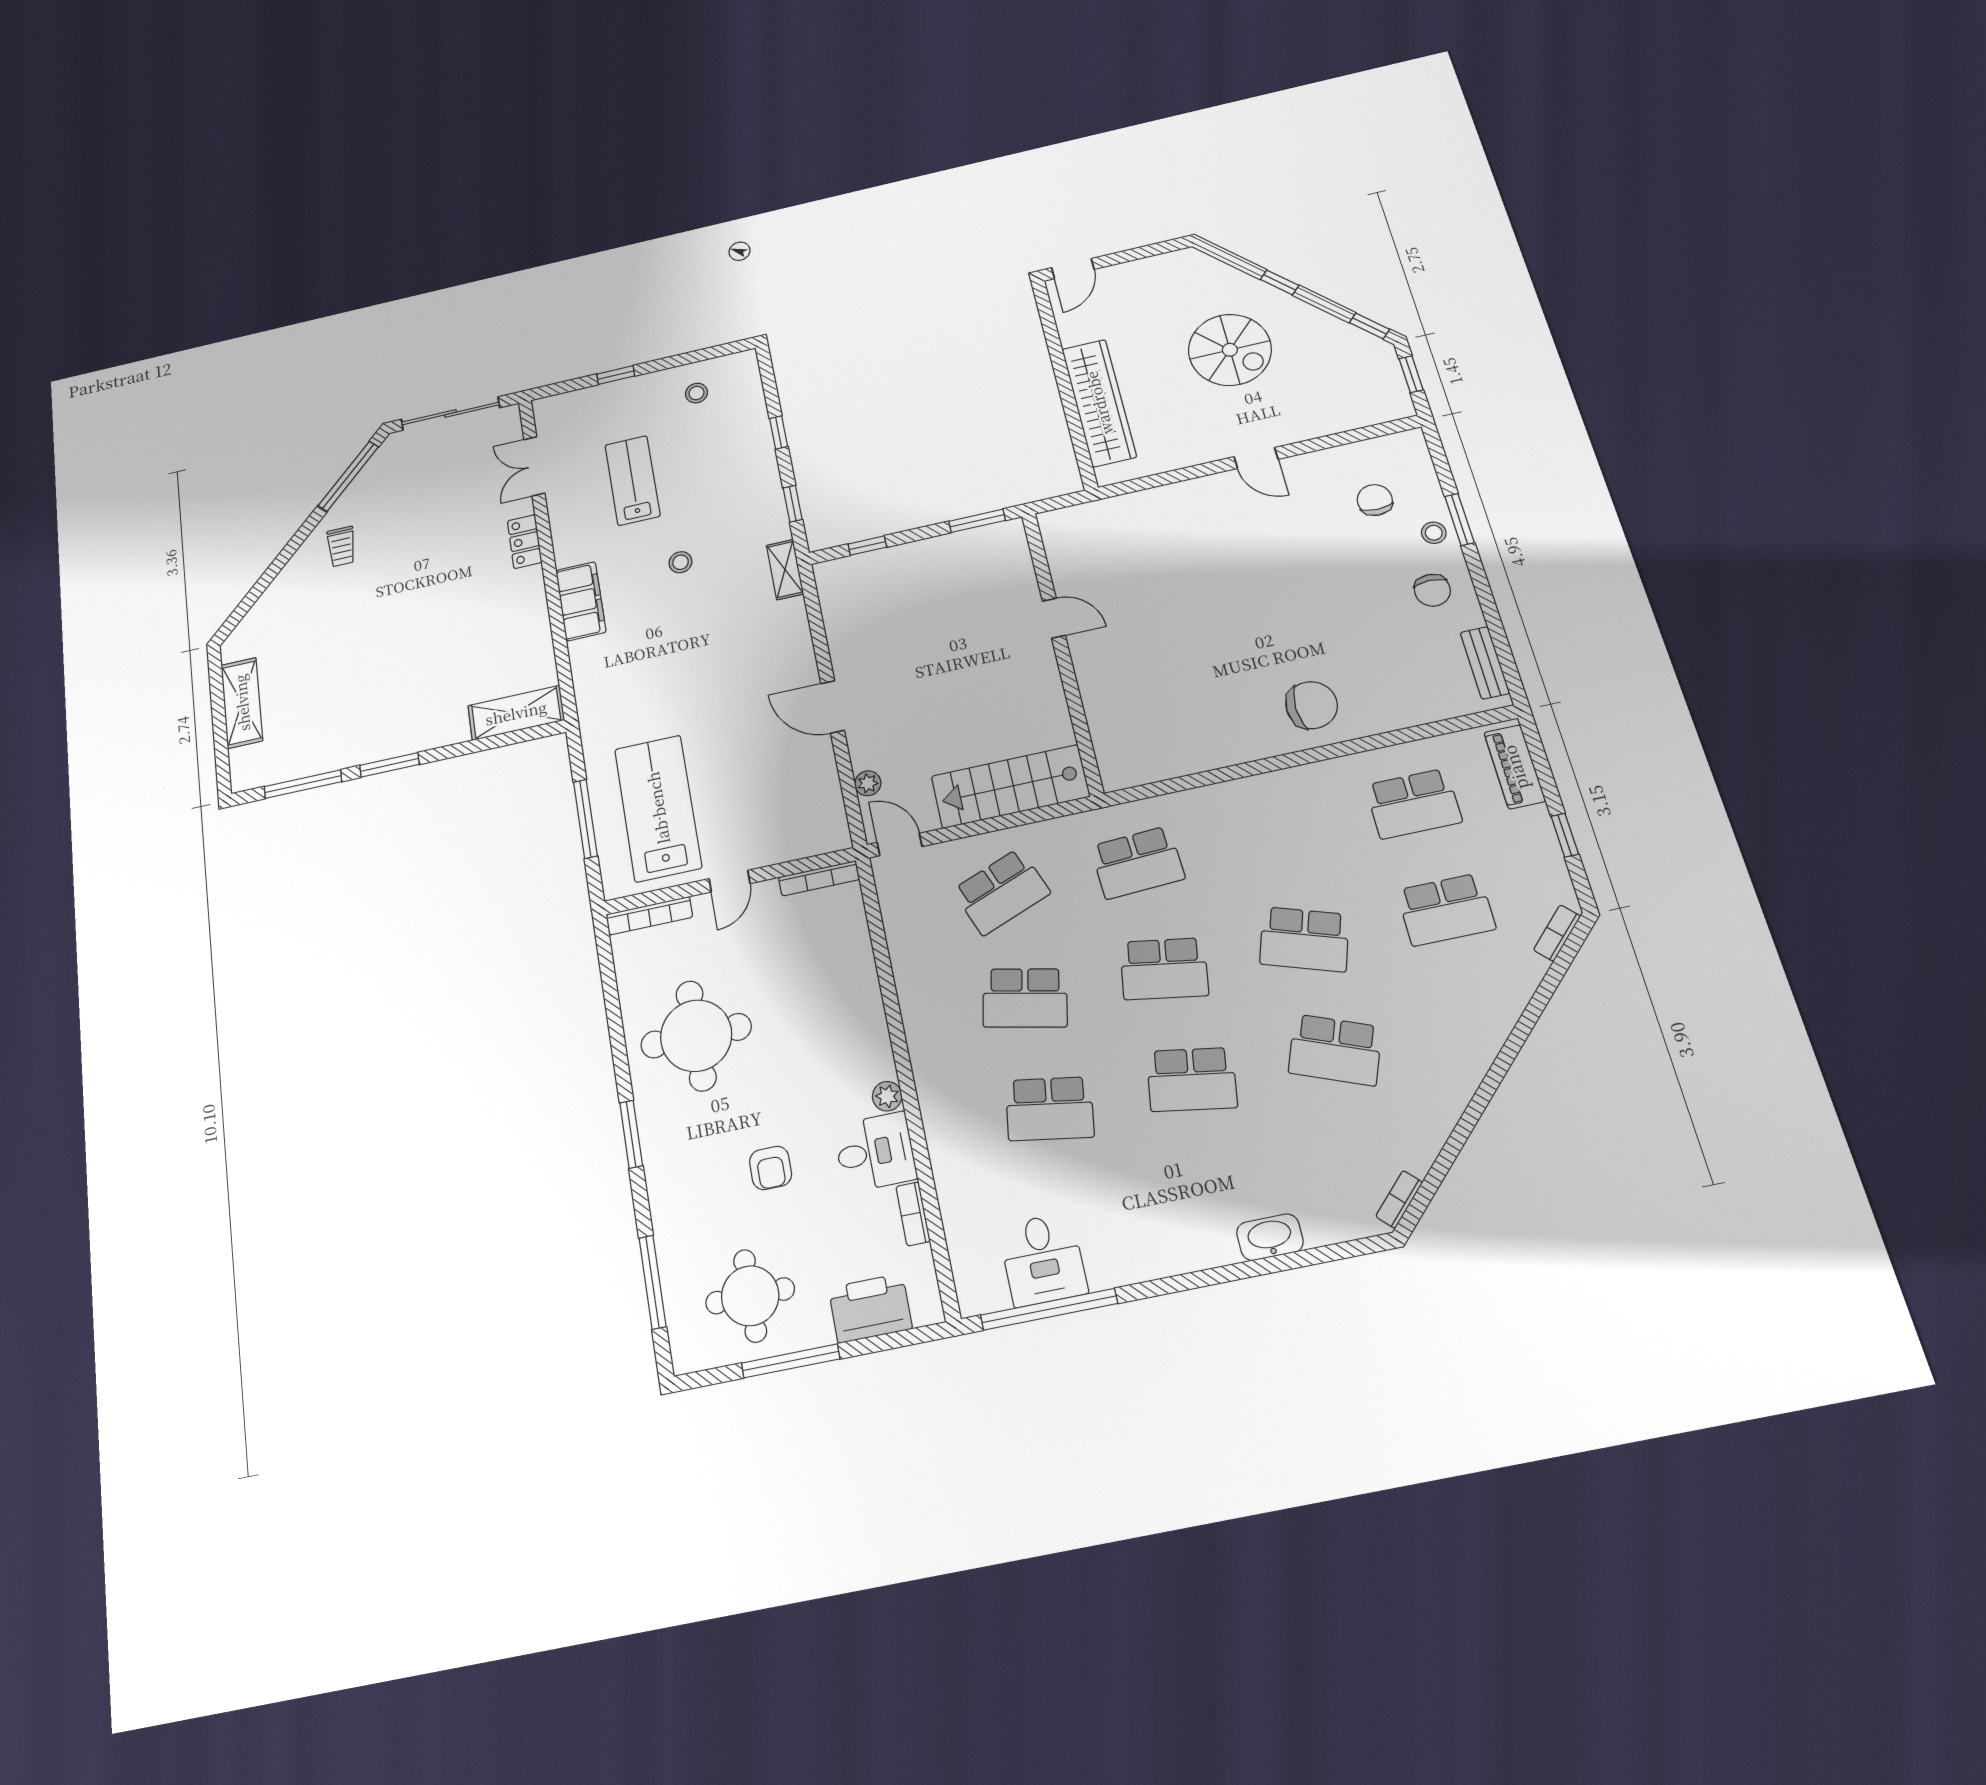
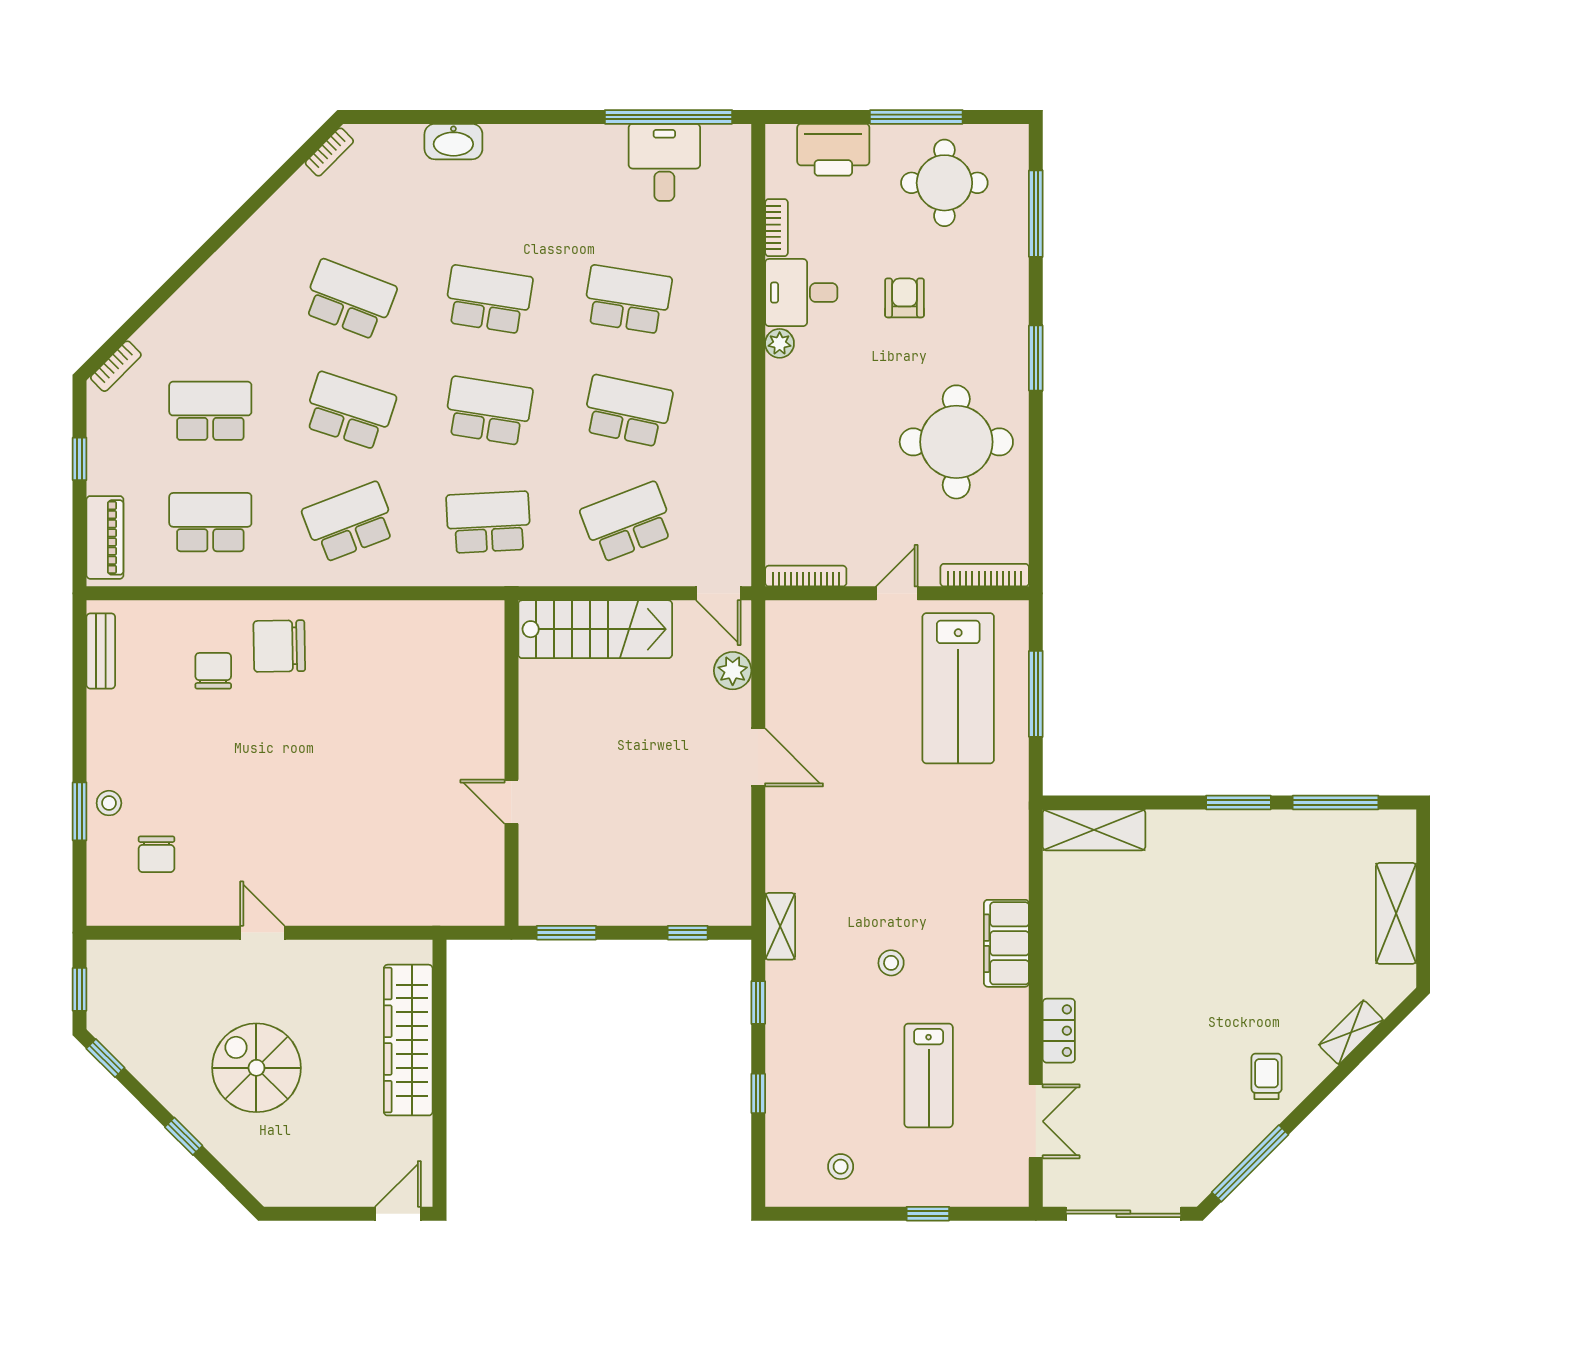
chair: (1432, 590) -> (213, 671), moved
shelving: (272, 598) -> (1351, 1032), added
plant: (868, 783) -> (733, 671), width x1.38, depth x1.38
school desk: (1275, 833) -> (349, 522), added

